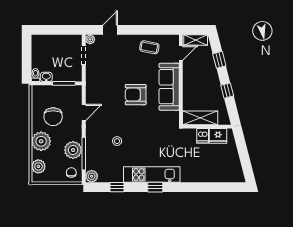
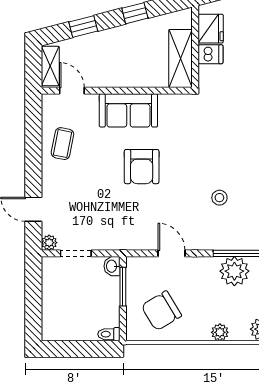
washbasin: (46, 77) -> (112, 266), moved
sofa: (169, 87) -> (128, 110), width x0.73
chair: (53, 117) -> (161, 311), moved, turned 149
plant: (41, 141) -> (220, 332), width x0.53, depth x0.53

